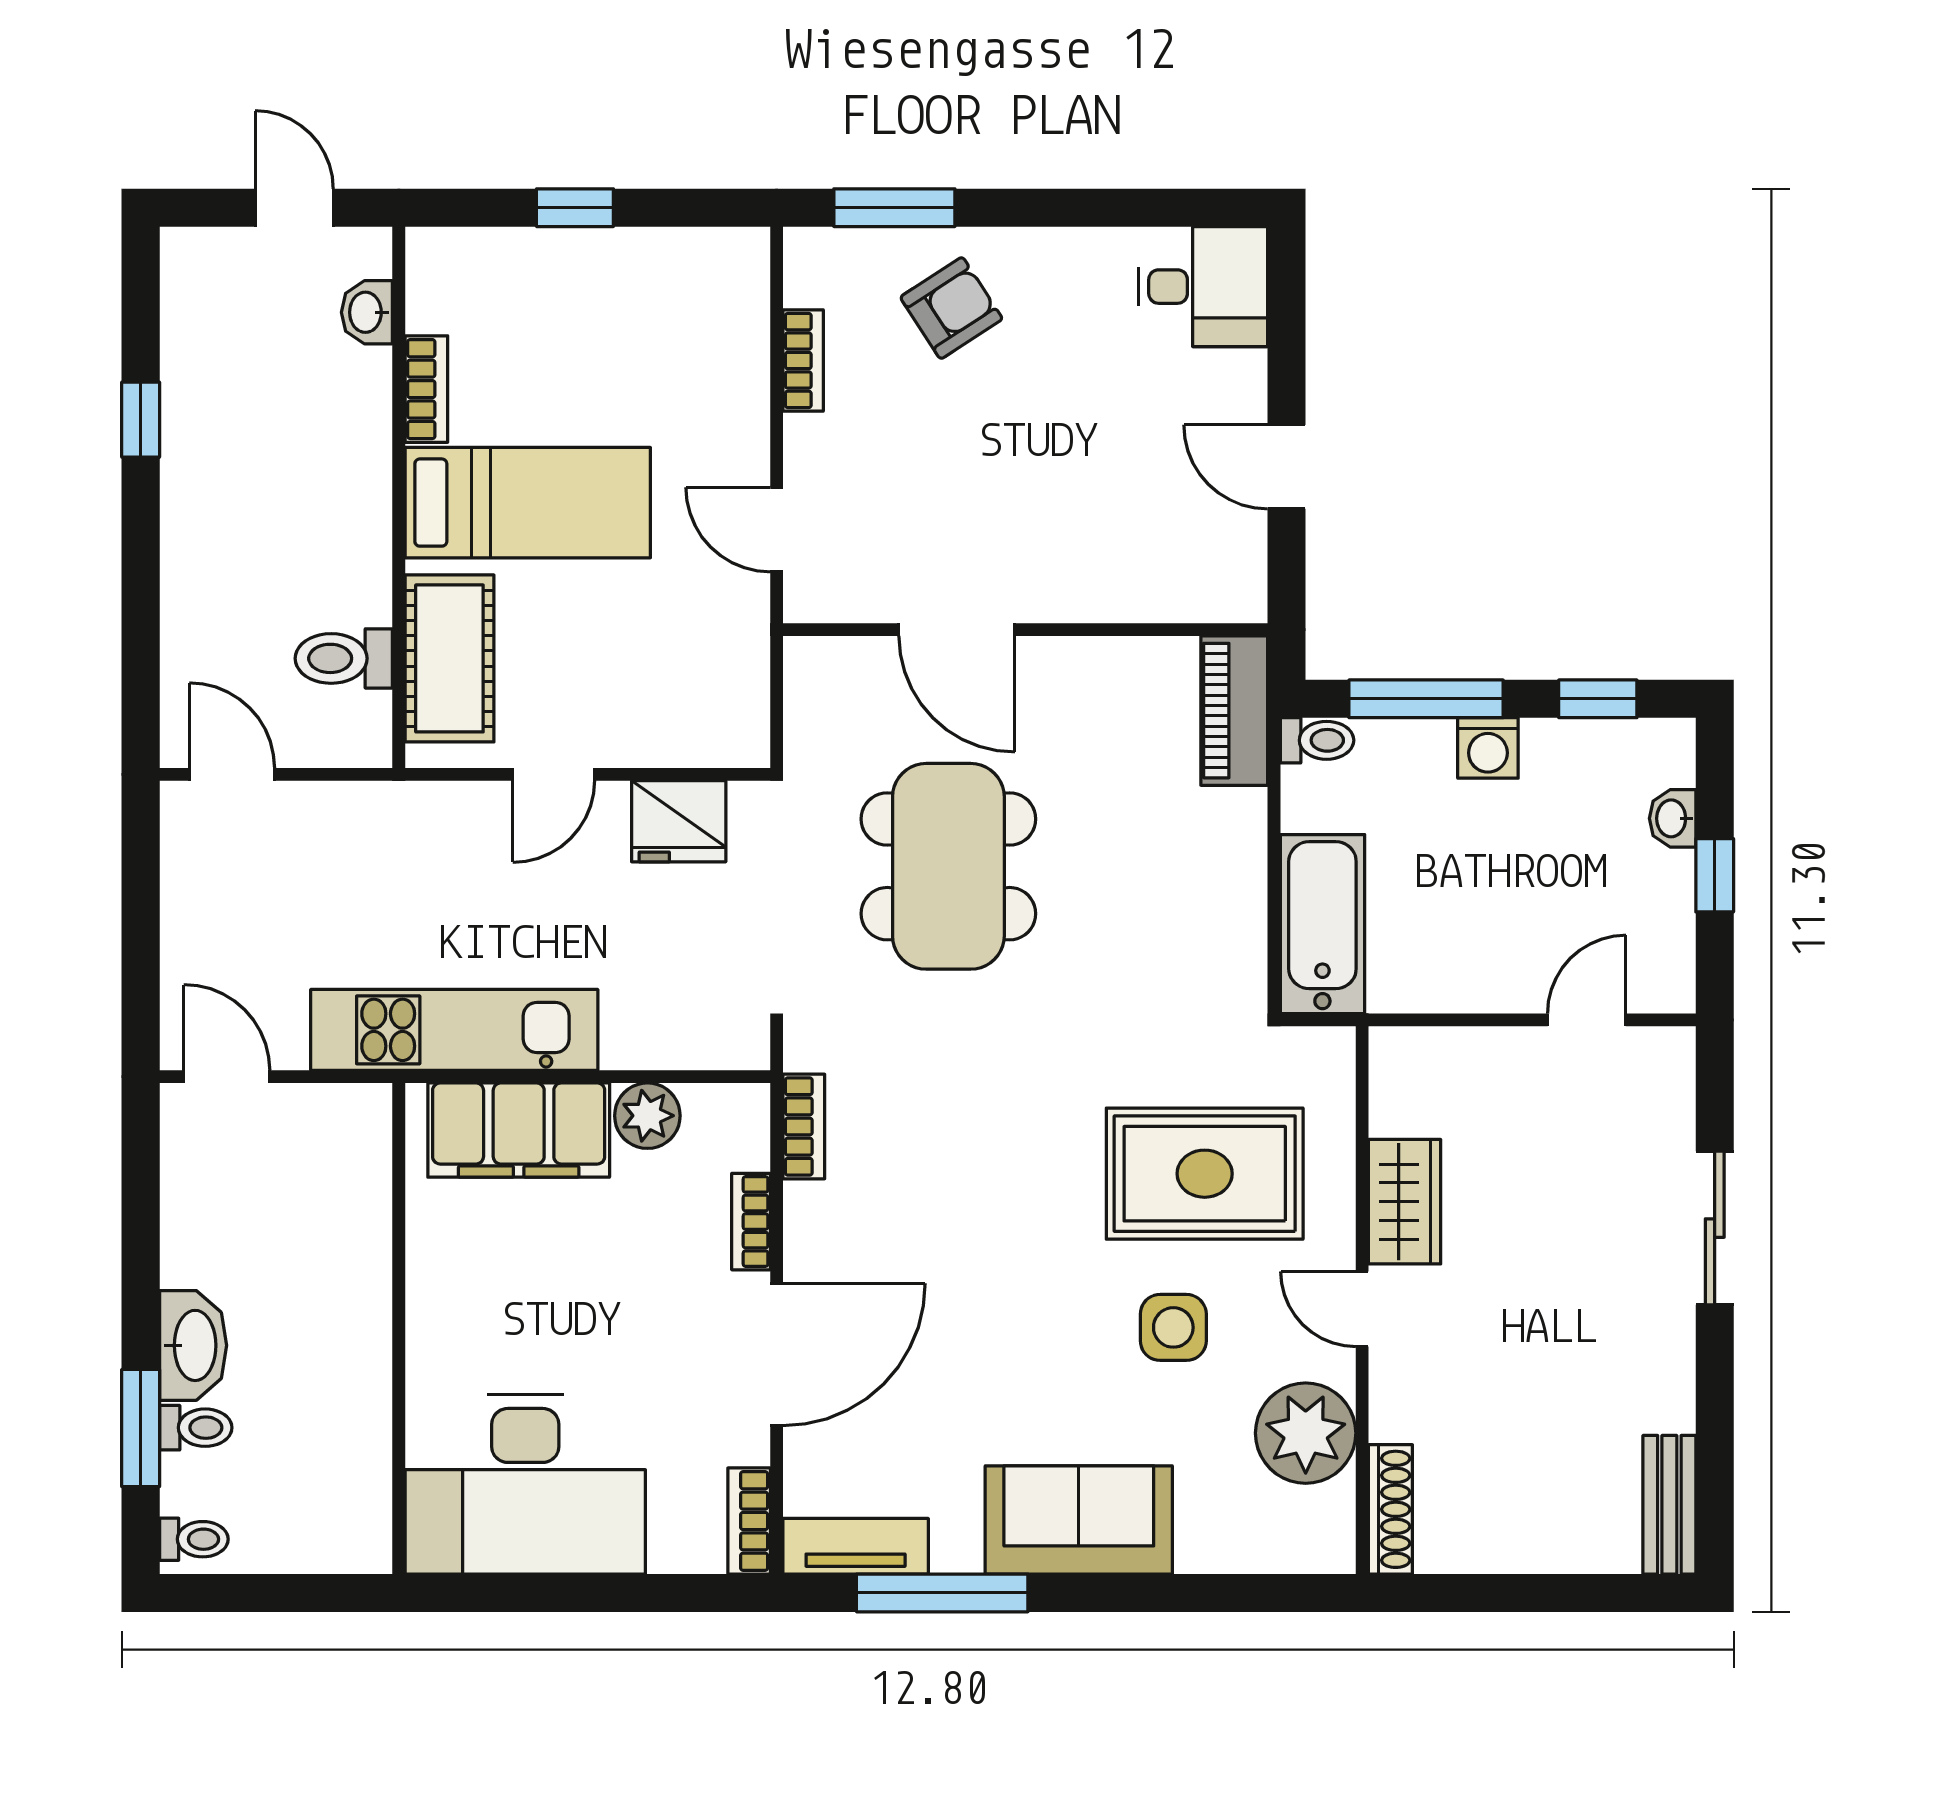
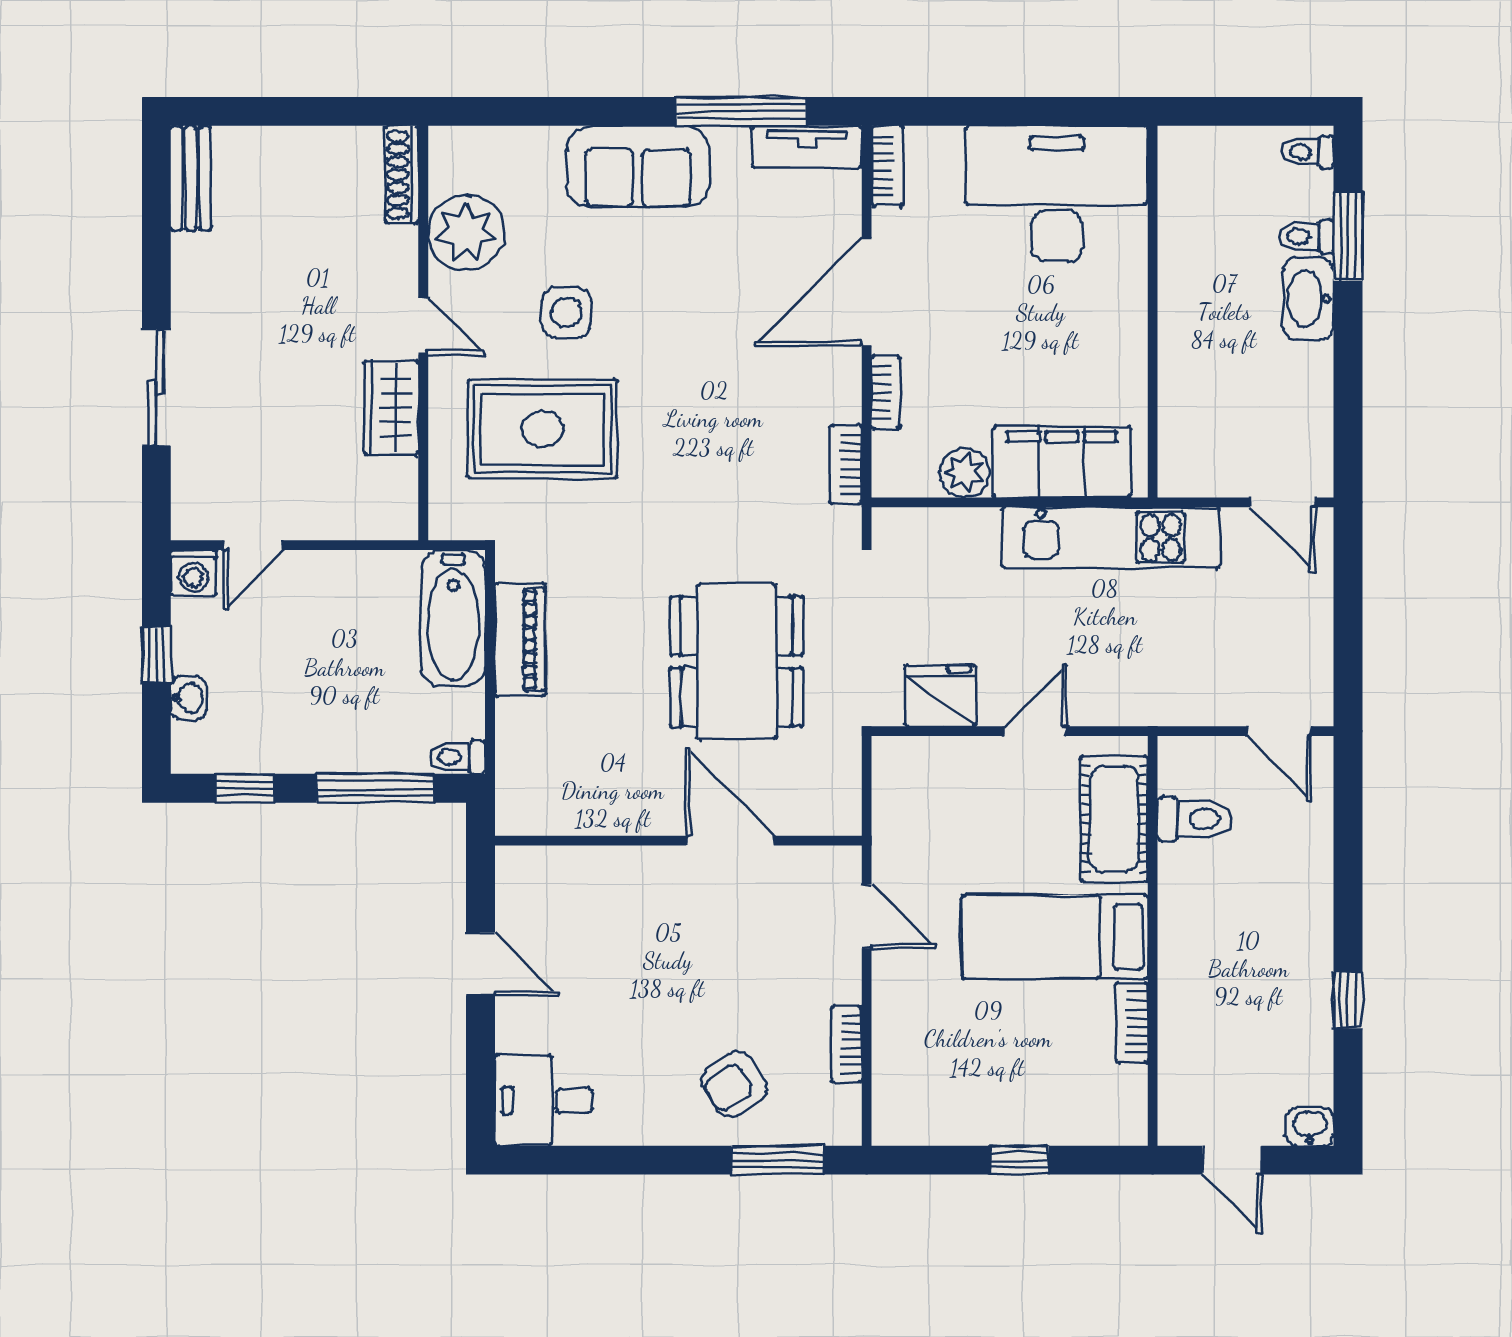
washbasin: (367, 312) -> (1310, 1126), moved, turned -90
piano: (1234, 711) -> (520, 640), moved
washing machine: (1488, 748) -> (194, 573), moved, turned 180

